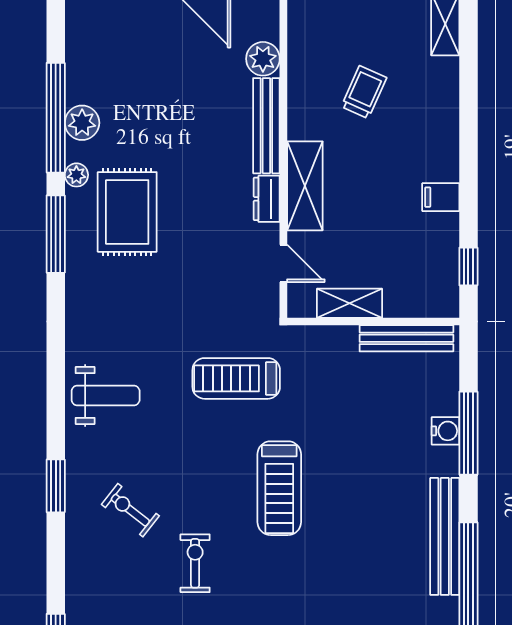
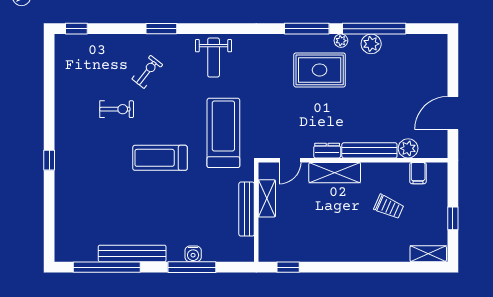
filing cabinet: (441, 197) -> (418, 173), moved, turned 180
bench: (406, 338) -> (247, 209), moved
treadmill: (236, 378) -> (223, 133), width x1.37, depth x1.38

